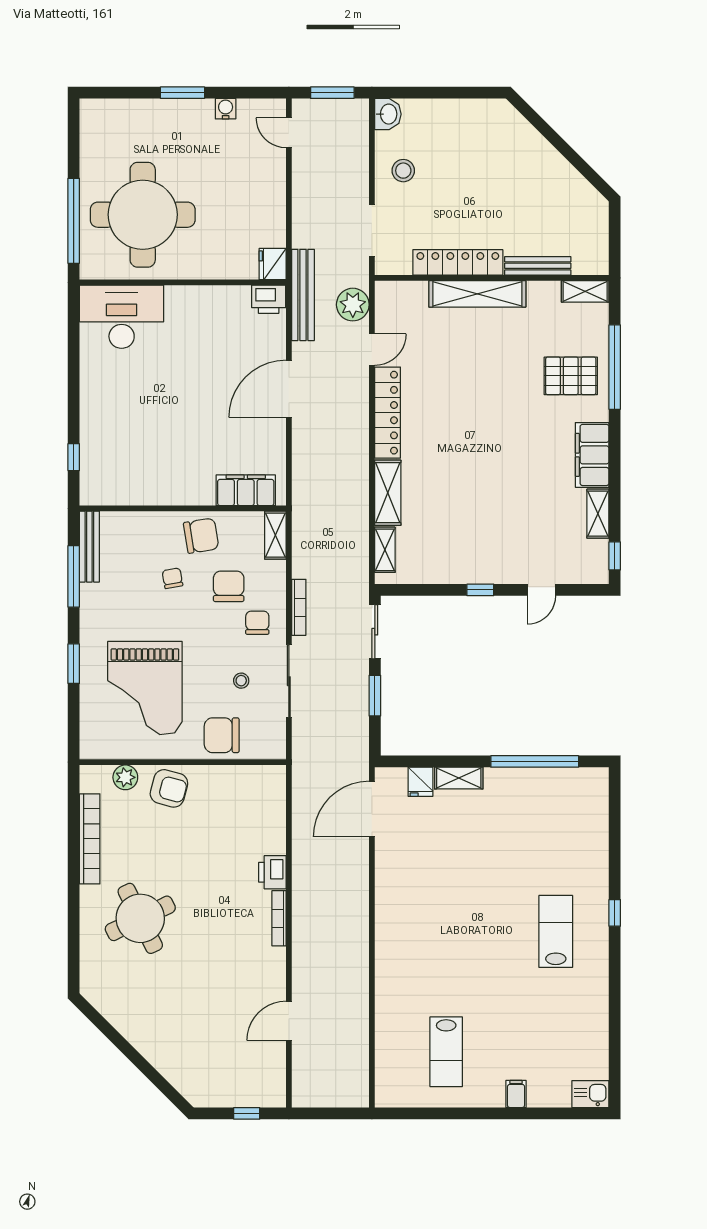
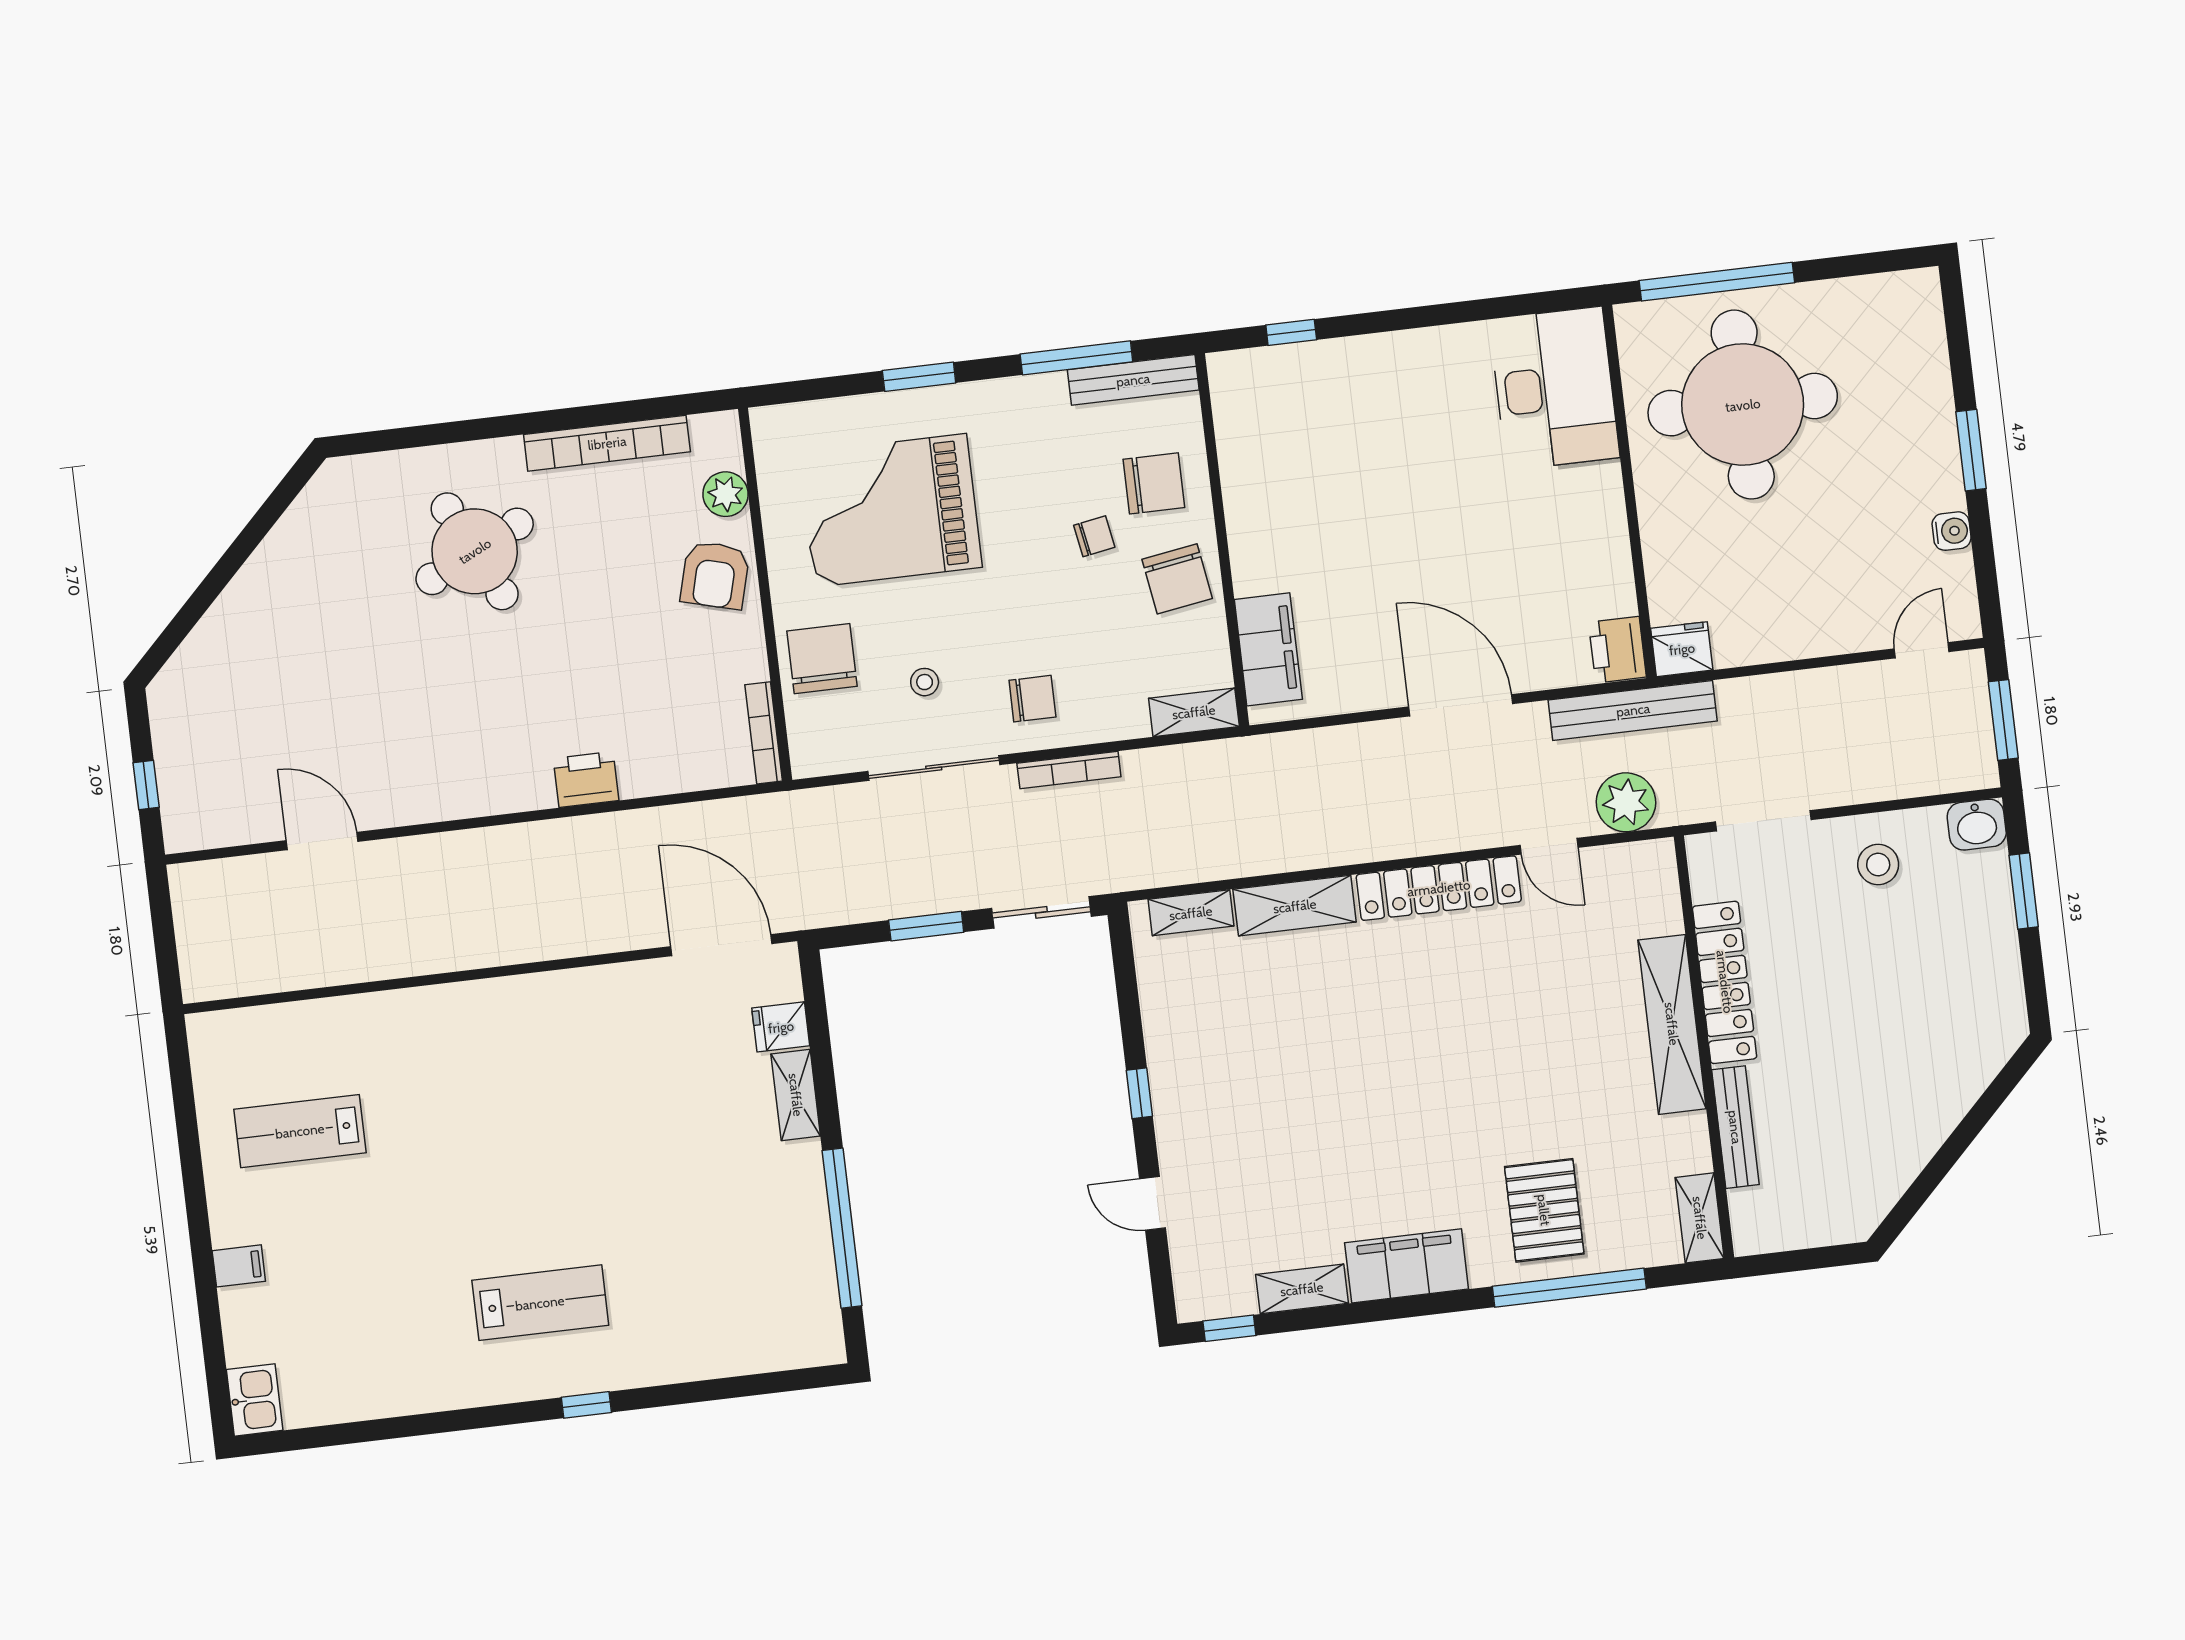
window: (427, 93) -> (2024, 891), added
chair: (229, 586) -> (1154, 483), moved
bookcase: (279, 918) -> (764, 733), moved, turned -90

